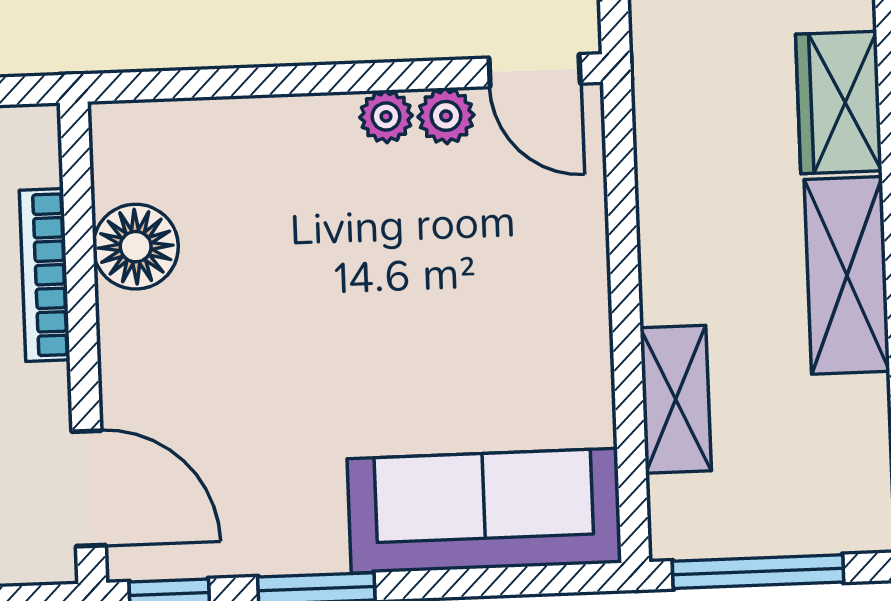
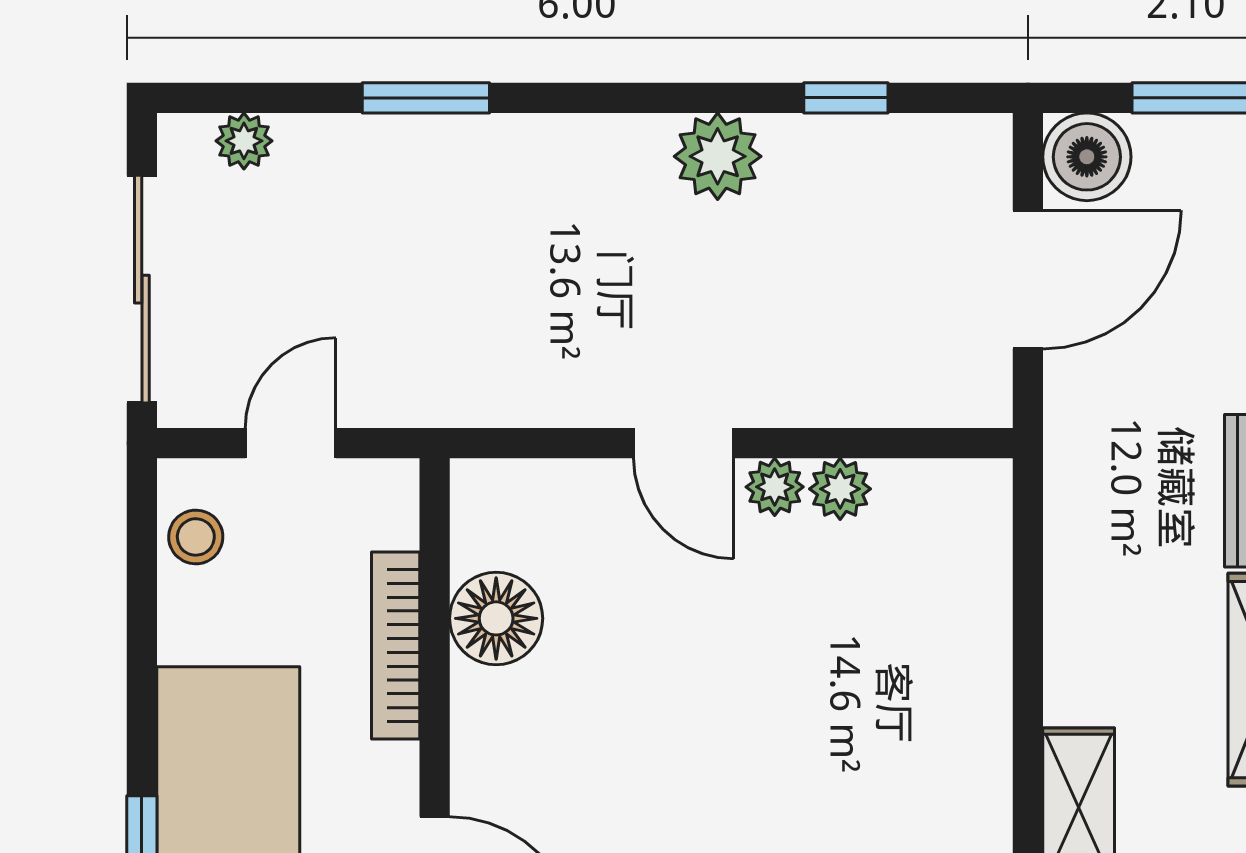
door: (535, 71) -> (684, 443), moved

